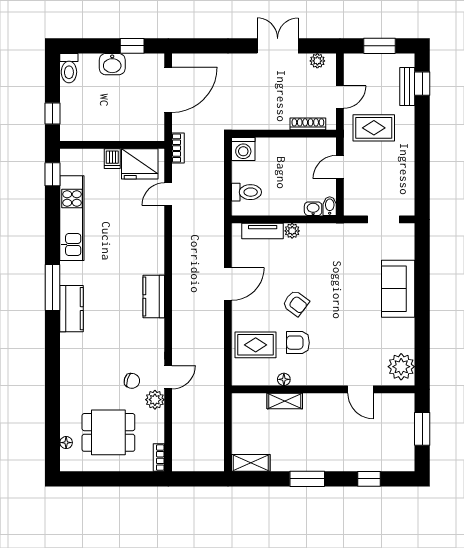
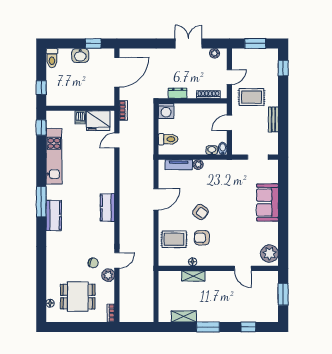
bench: (407, 87) -> (273, 120), moved
dresser: (261, 122) -> (178, 93), added
shelving: (251, 463) -> (184, 316), moved

